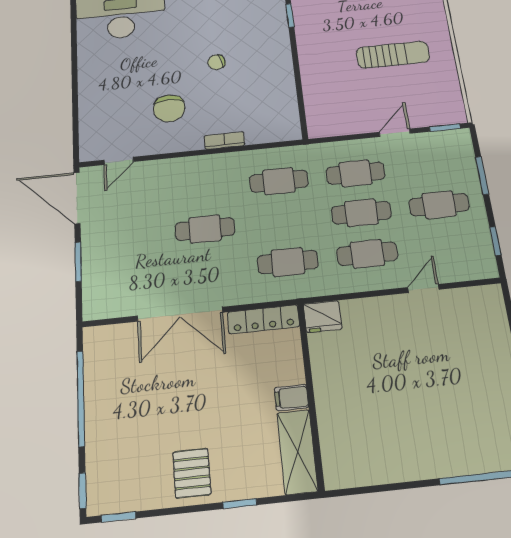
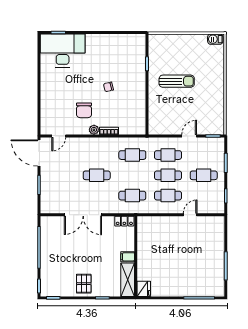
sun lounger: (393, 55) -> (177, 81), moved
plant: (192, 142) -> (94, 130), added
fridge: (323, 317) -> (144, 289), moved, turned -90
locker: (263, 319) -> (124, 221), width x0.66

